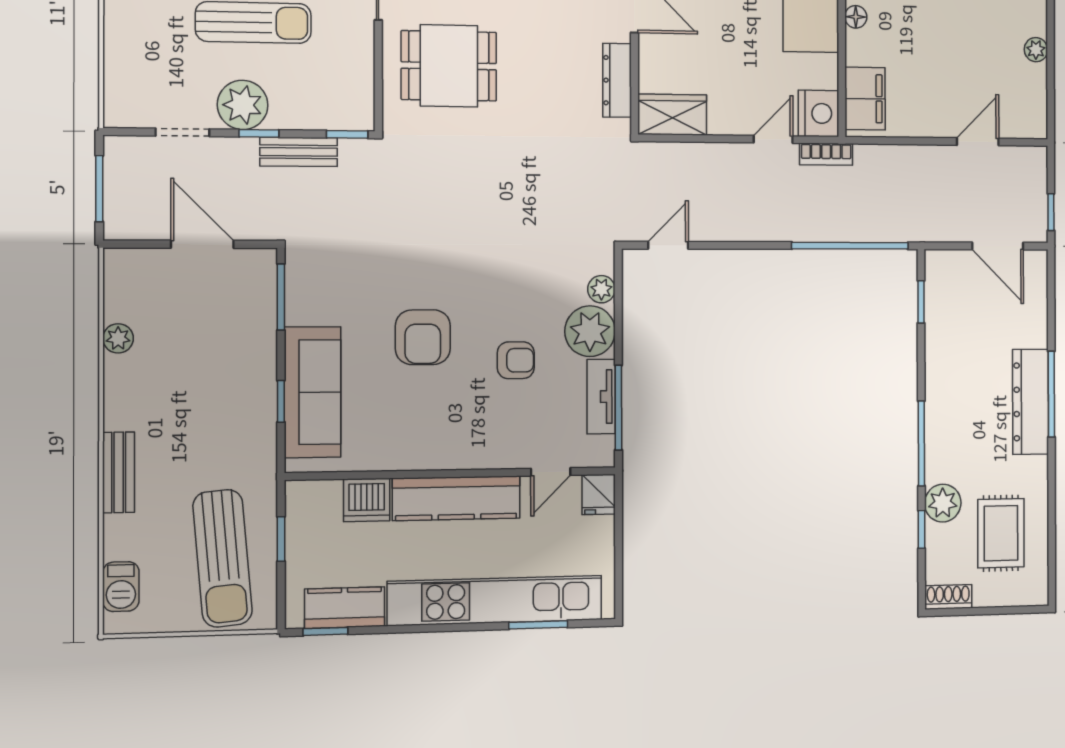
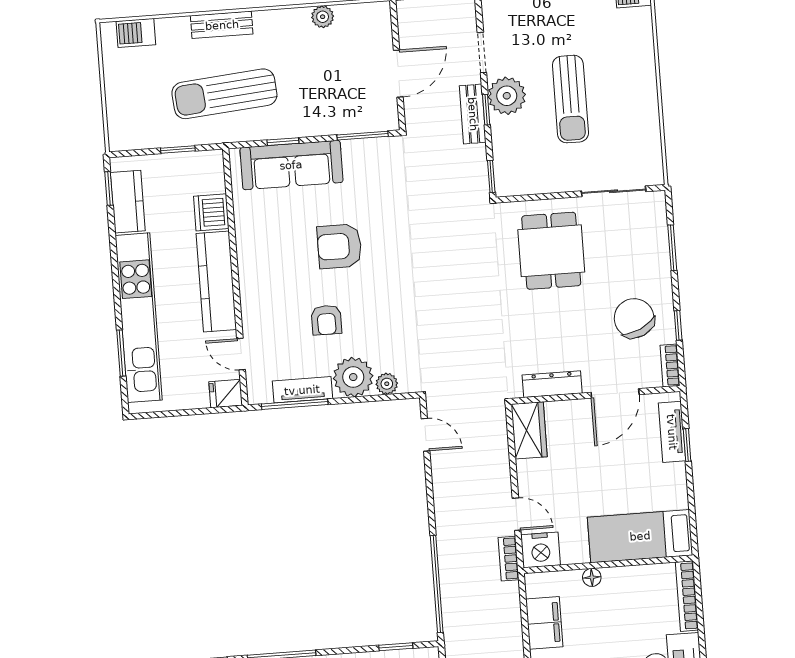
floor lamp: (856, 17) -> (592, 577), moved
filing cabinet: (865, 99) -> (544, 623), moved, turned -90
bench: (299, 152) -> (473, 114), moved
sun lounger: (223, 558) -> (224, 94), moved

